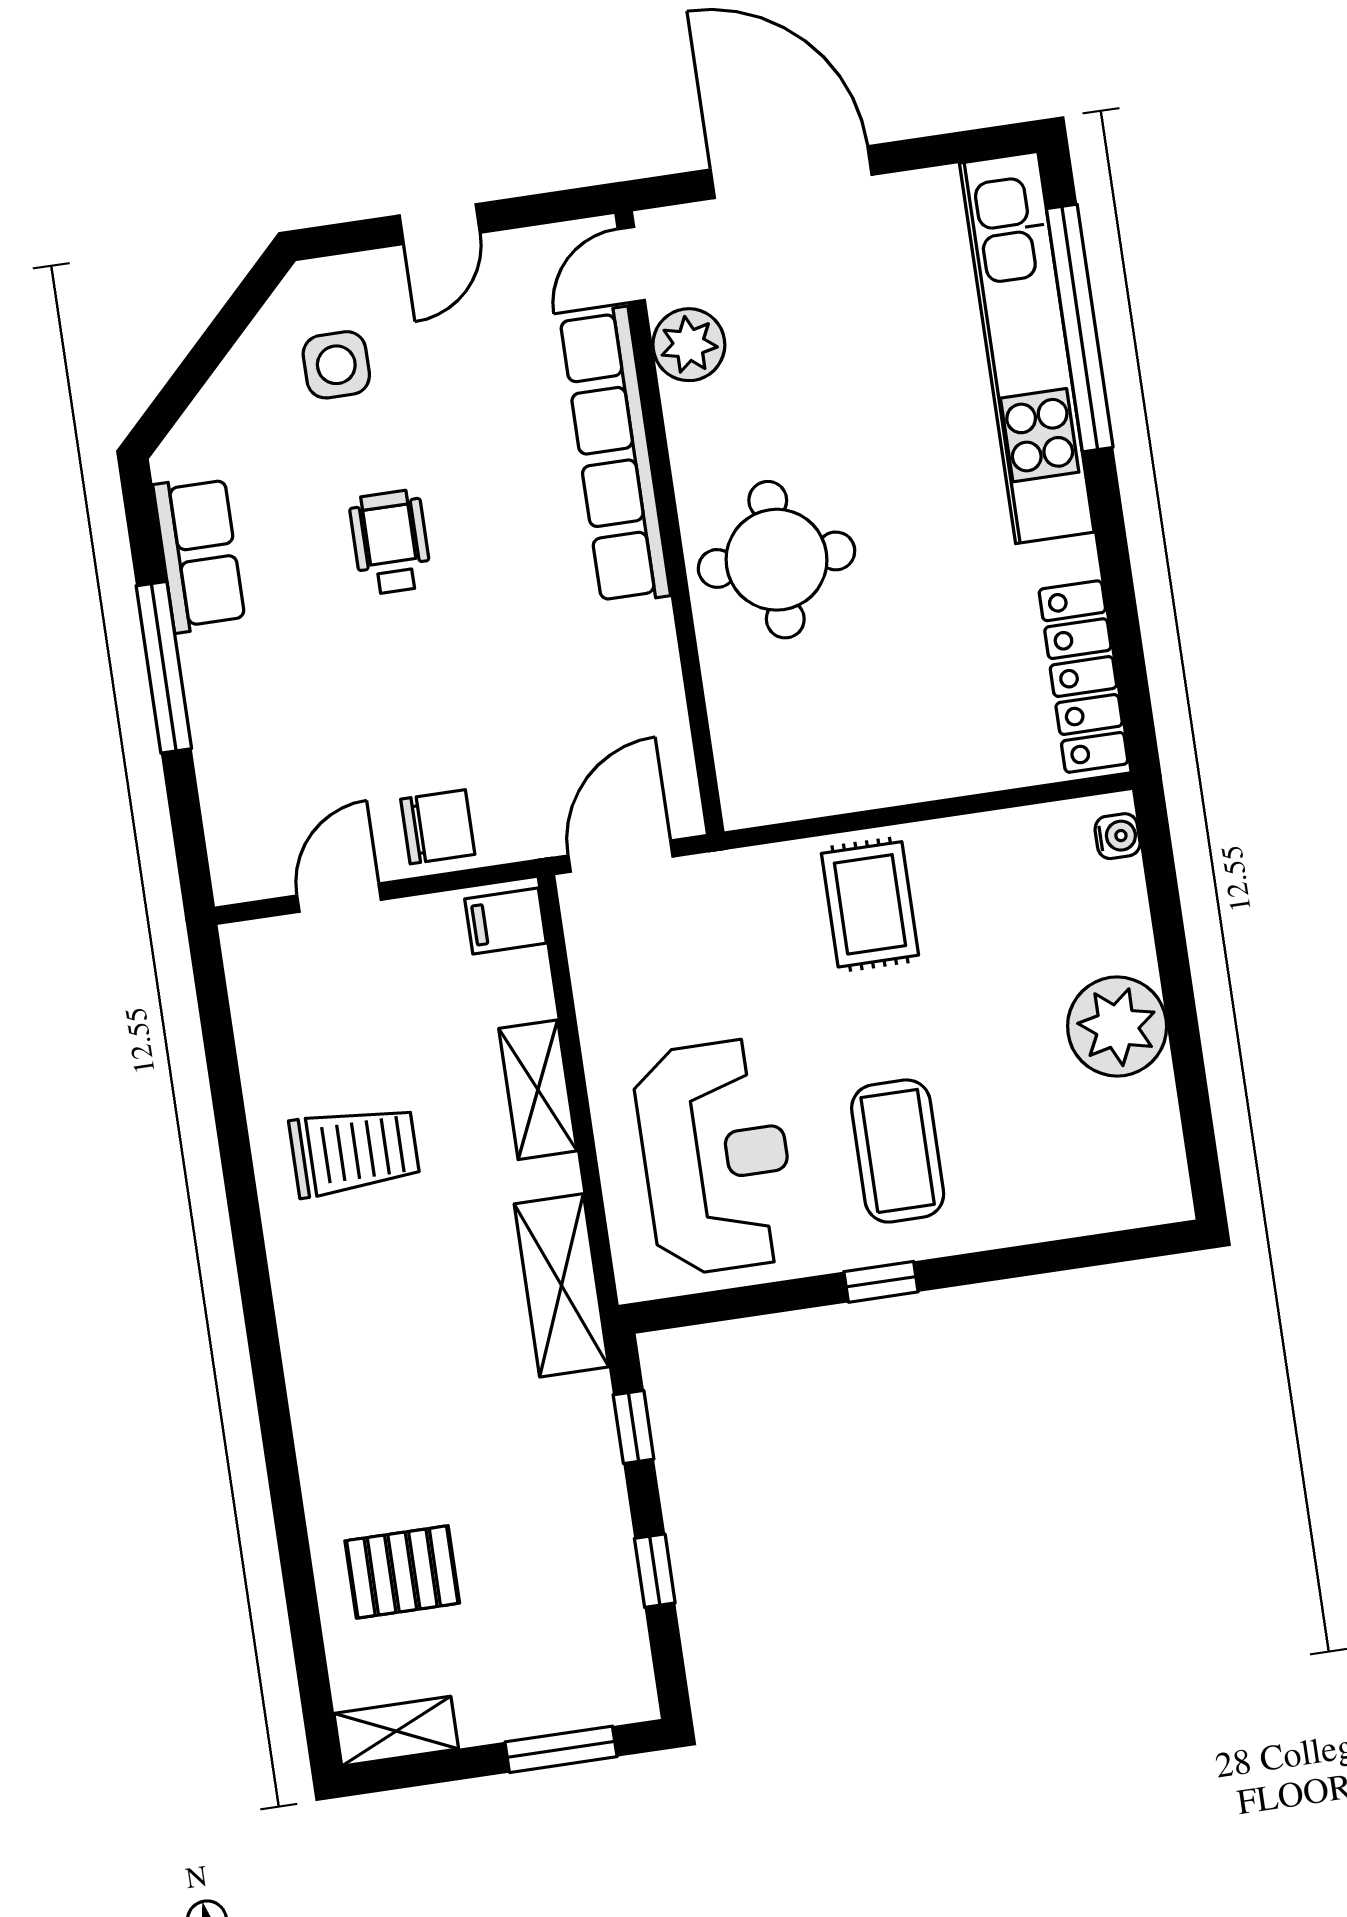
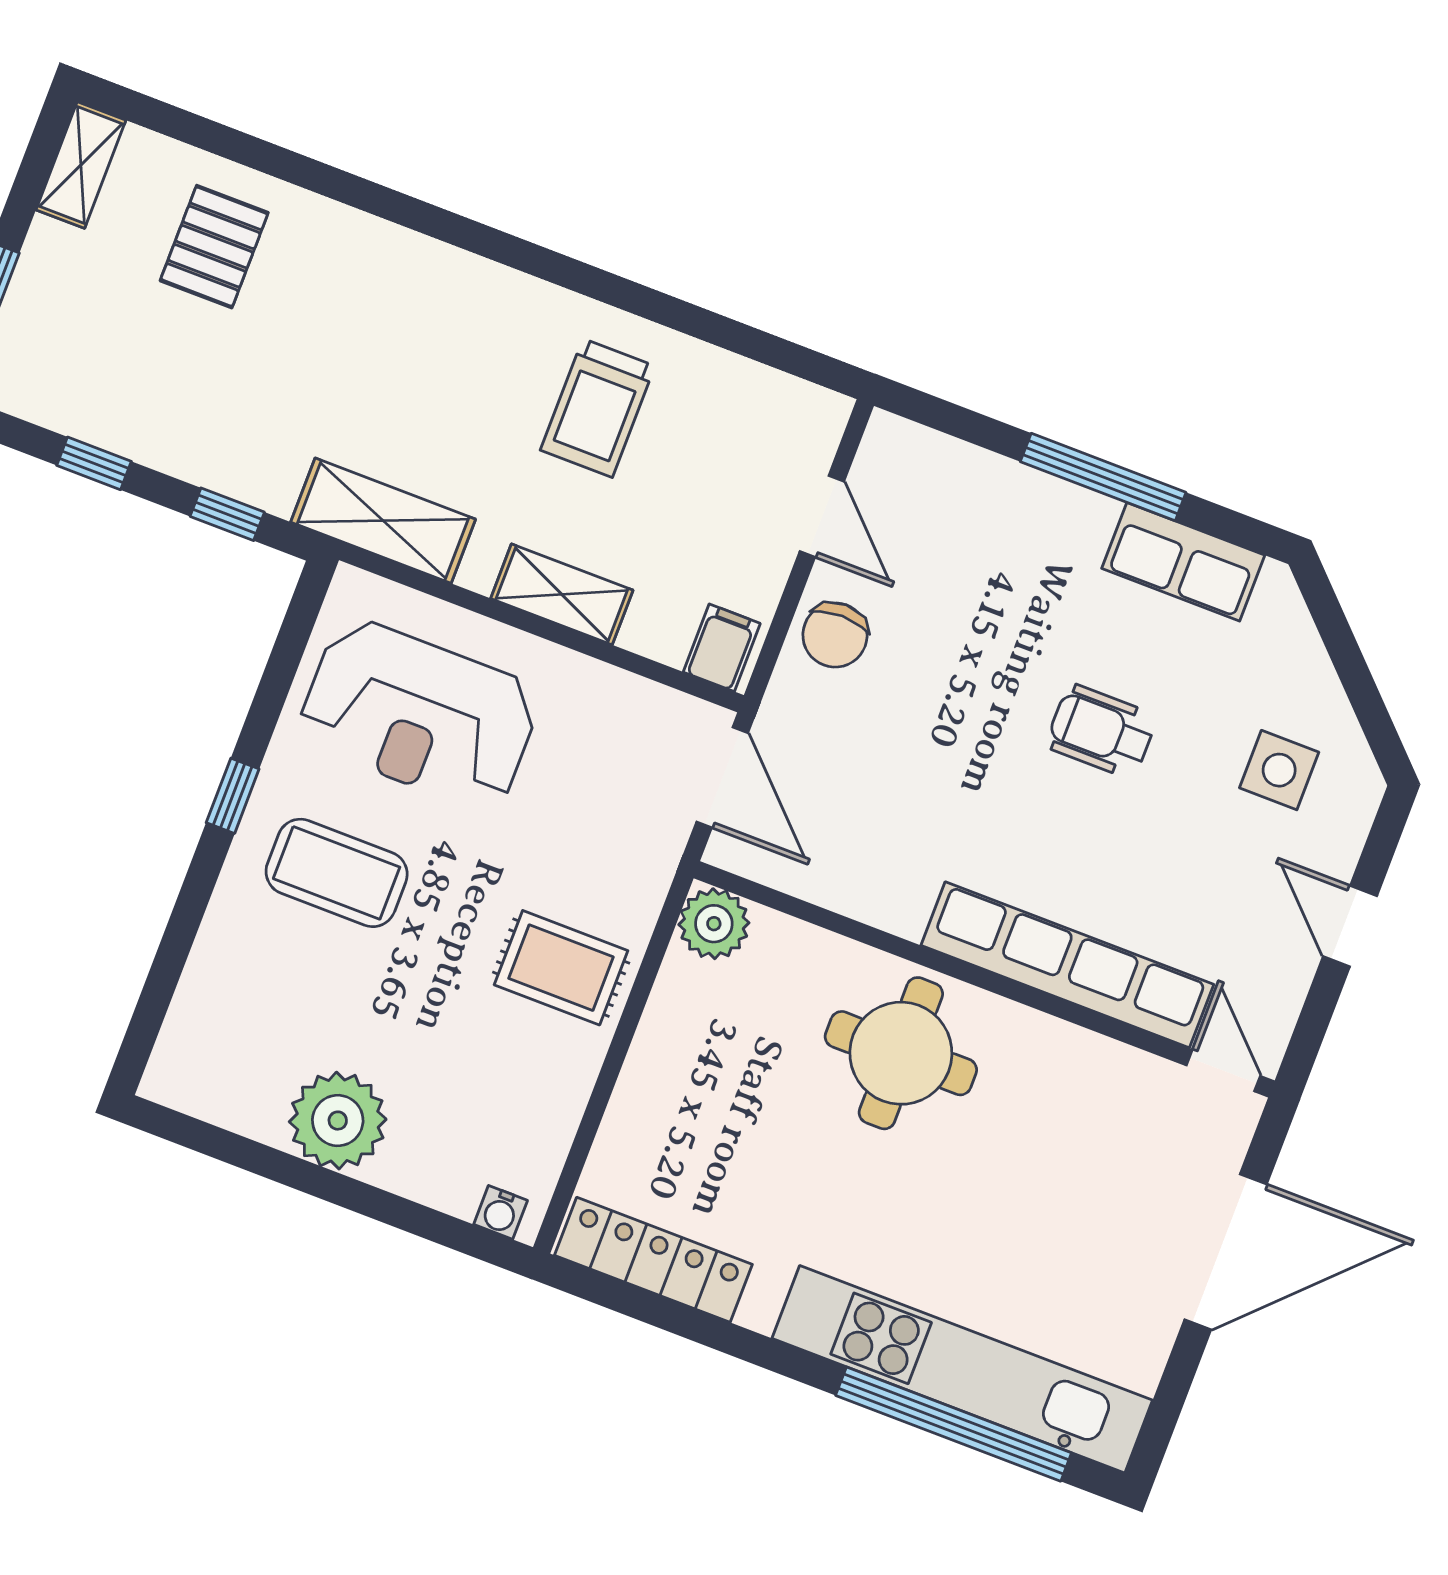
plant: (689, 345) -> (714, 924), moved
wheelchair: (390, 542) -> (1101, 731), turned 180

